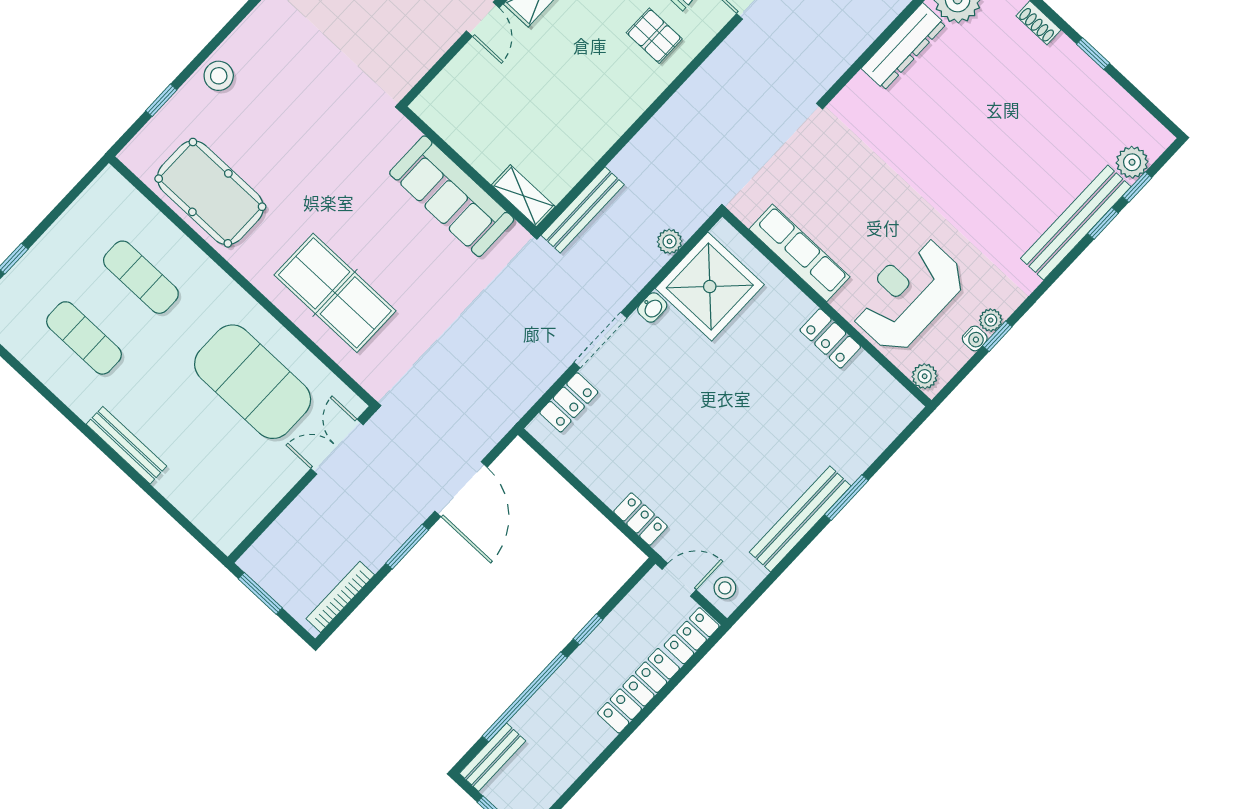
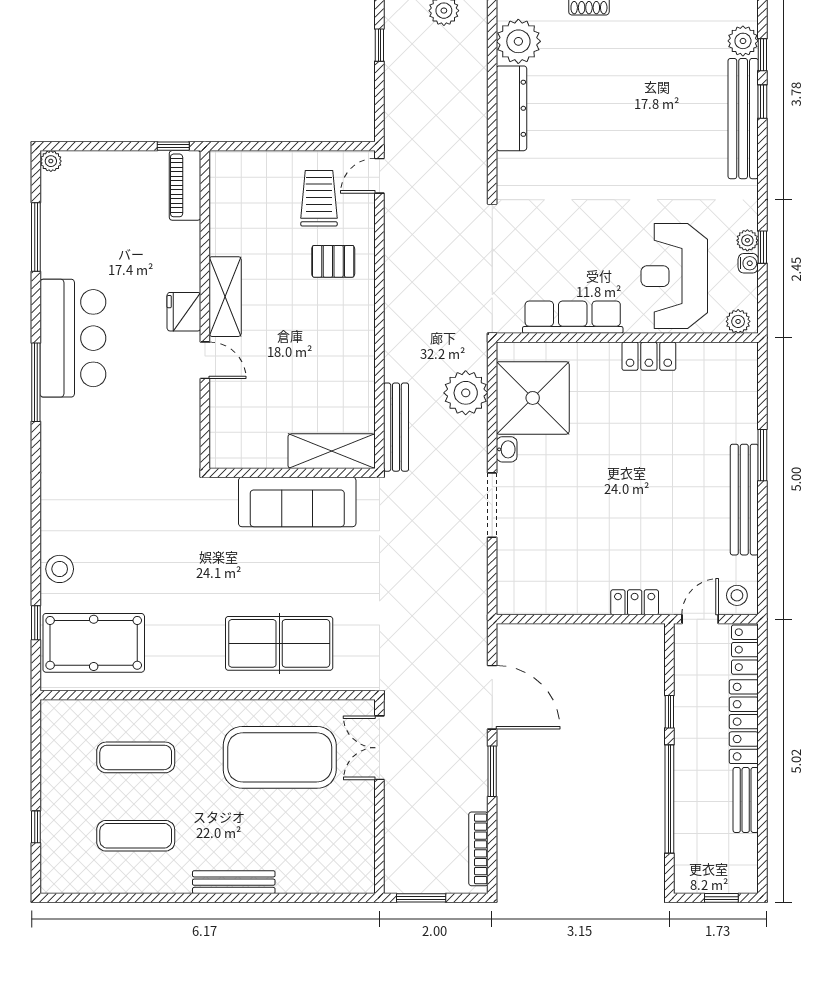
pool table: (210, 193) -> (94, 643), moved
shelving: (523, 196) -> (332, 451), width x1.50, depth x1.33
plant: (670, 241) -> (466, 393), width x1.87, depth x1.87
locker: (569, 402) -> (510, 568), removed
bench: (493, 757) -> (746, 800), moved

